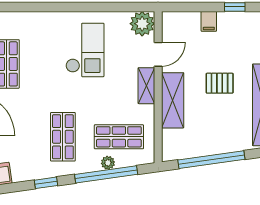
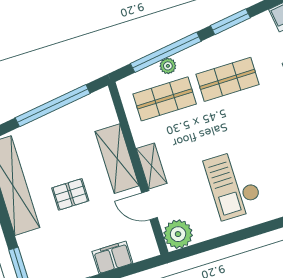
filing cabinet: (209, 21) -> (112, 257), width x2.00
door: (158, 54) -> (149, 205), hinge flipped
shop shelf: (63, 137) -> (228, 79), turned 90
window: (46, 183) -> (230, 22), width x1.50

